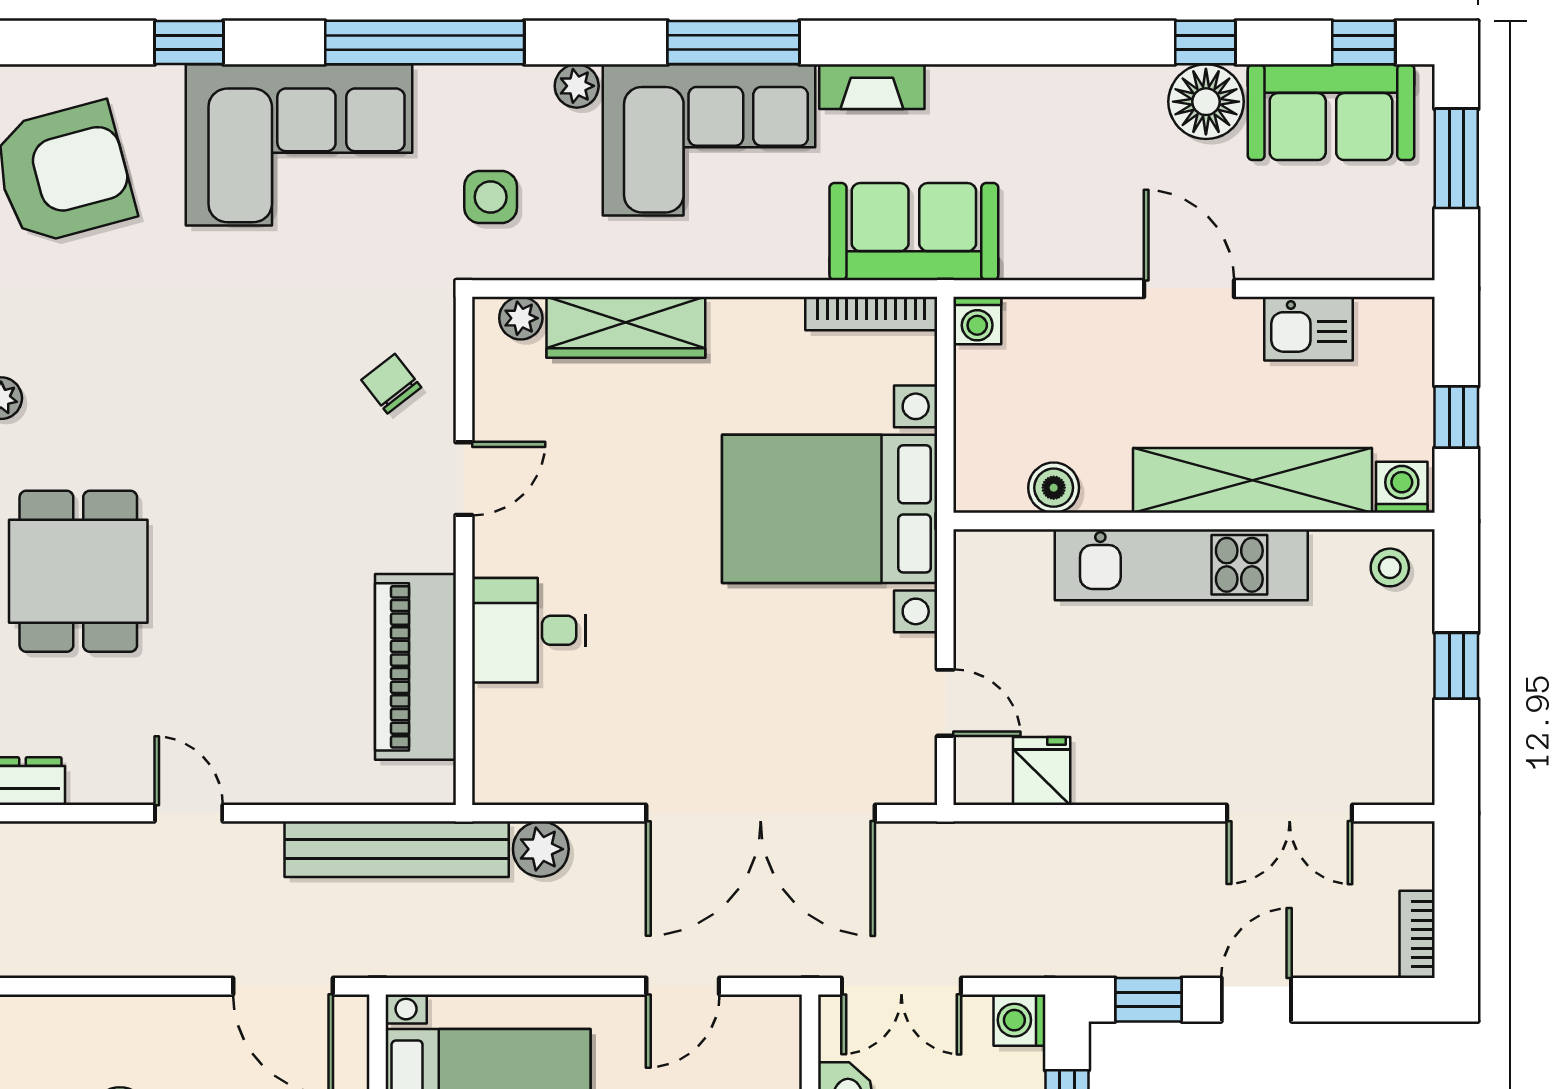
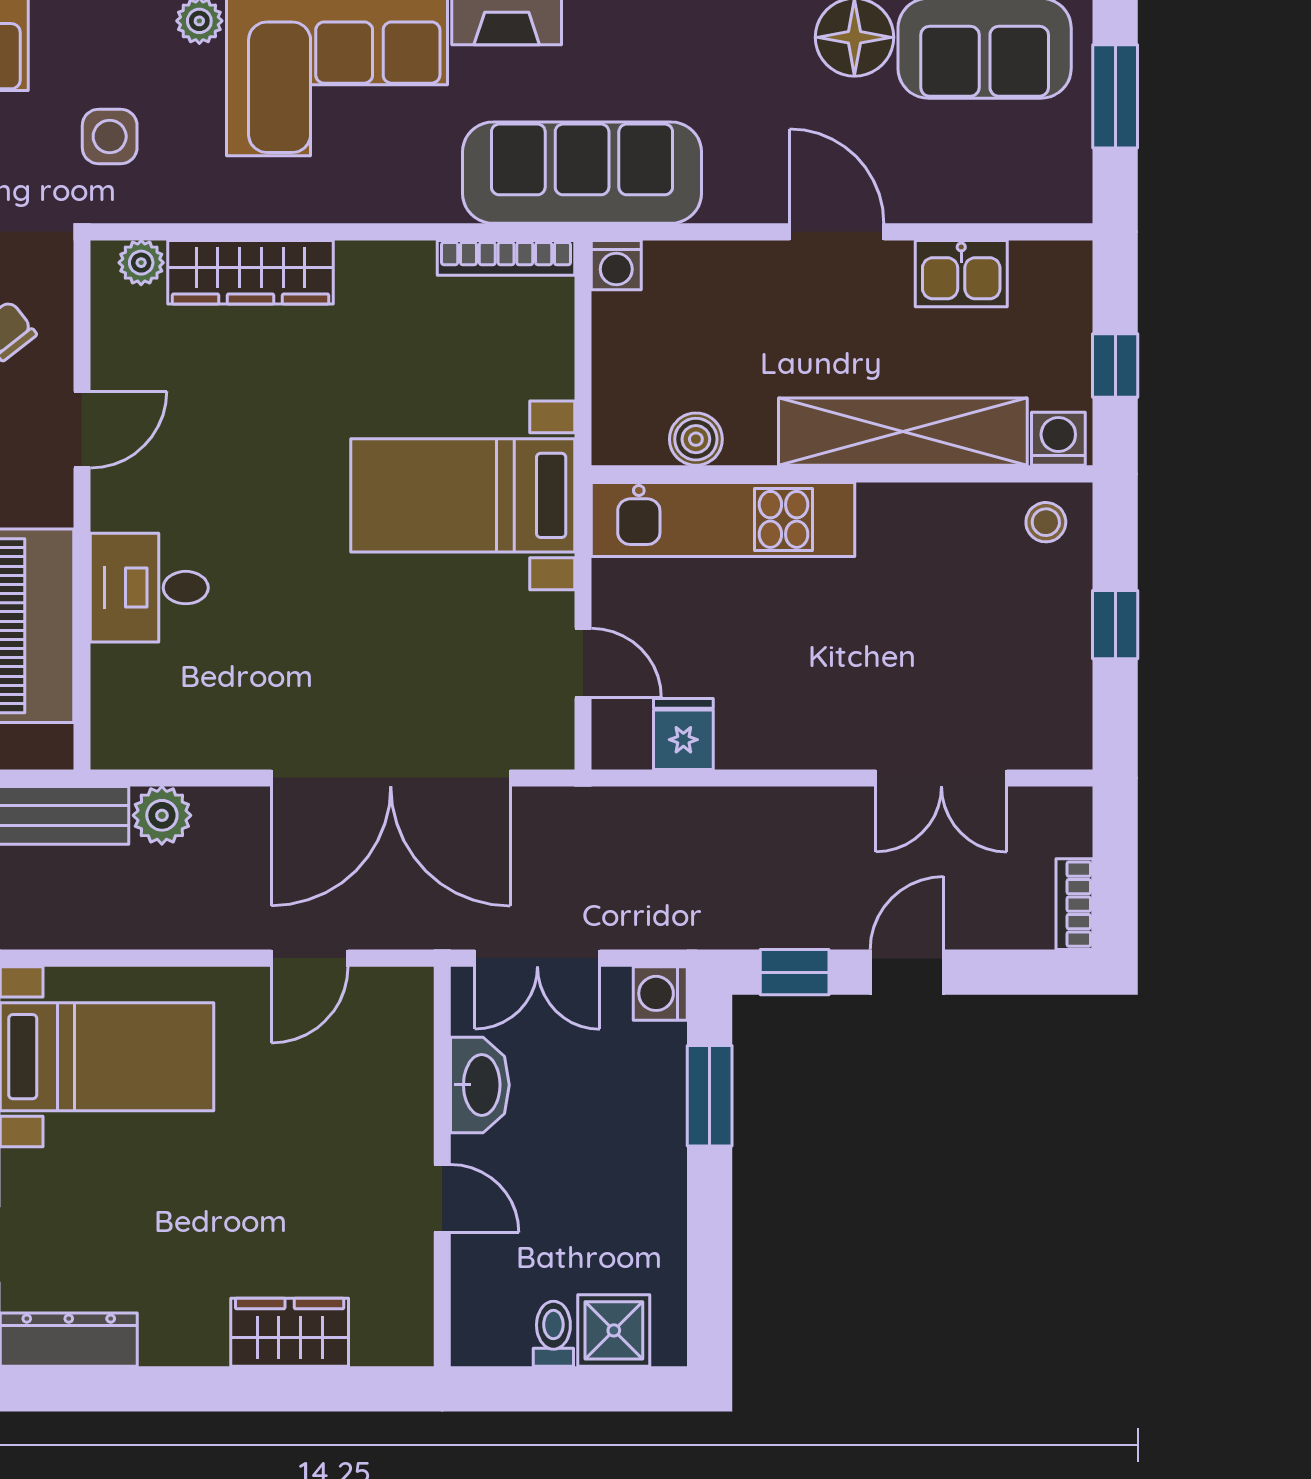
sofa: (914, 232) -> (582, 173), width x1.36
bed with nightstands: (830, 509) -> (463, 495), width x0.73
kitchen unit: (1181, 565) -> (723, 519), moved

